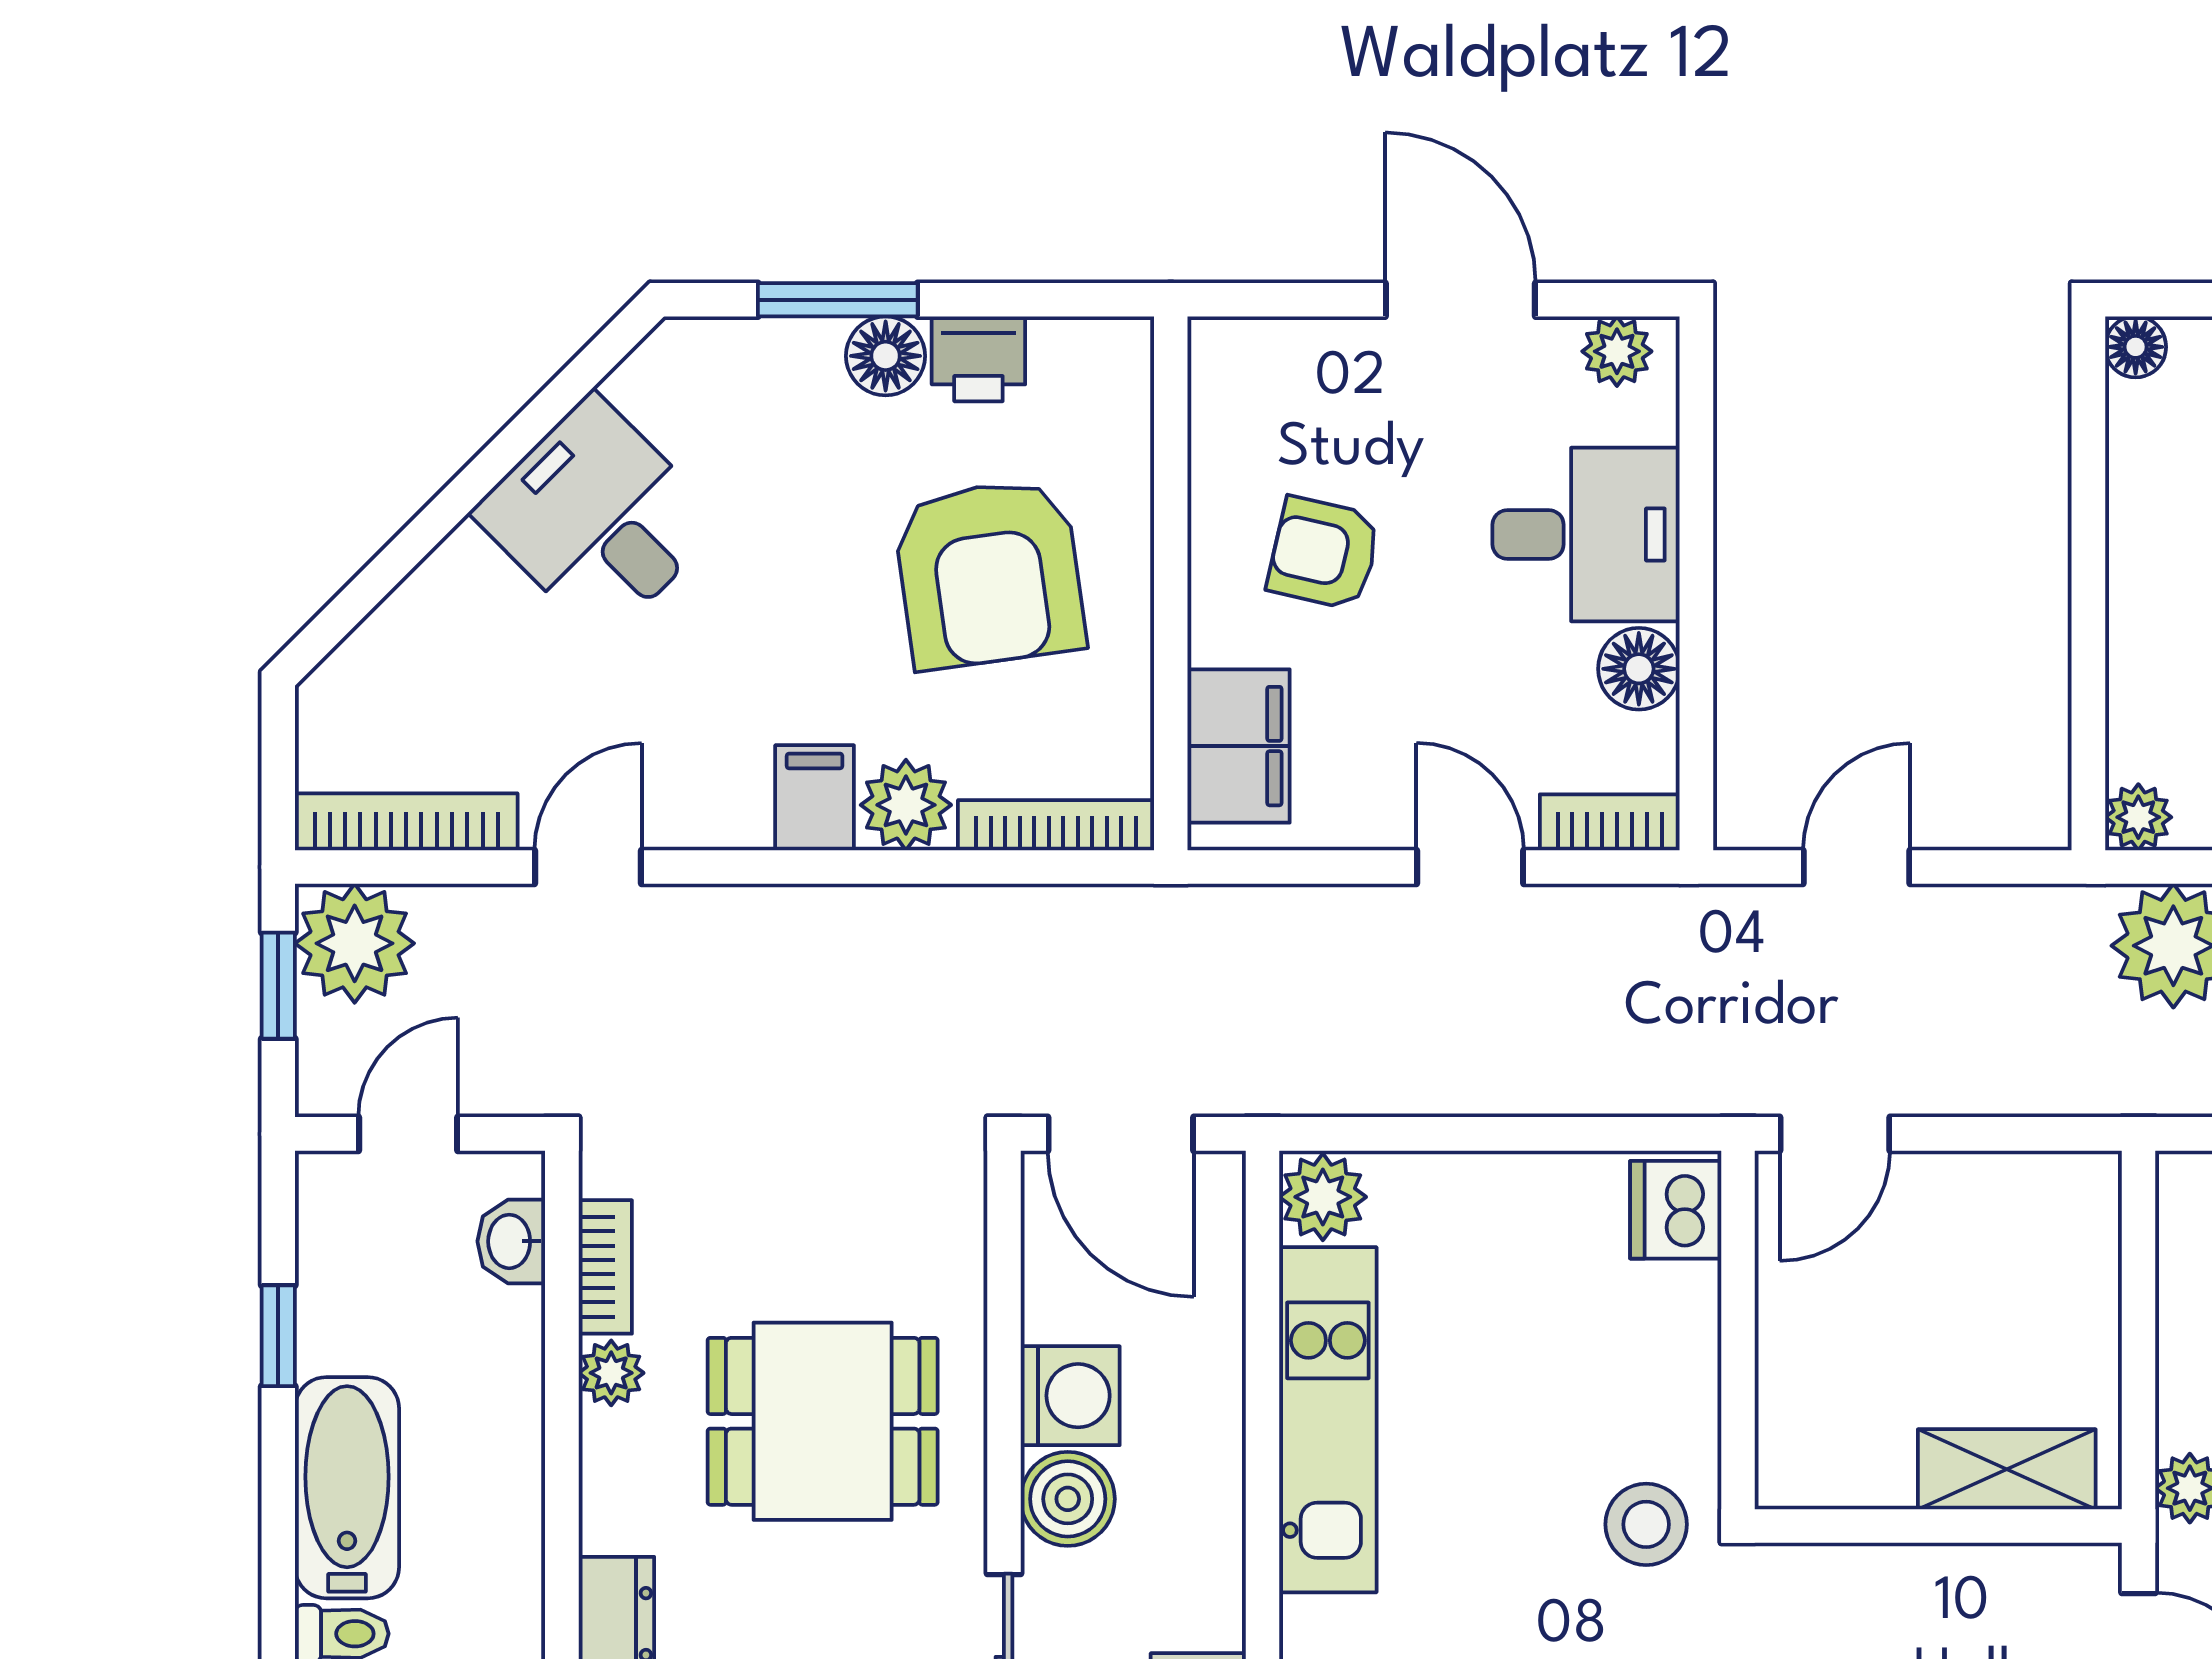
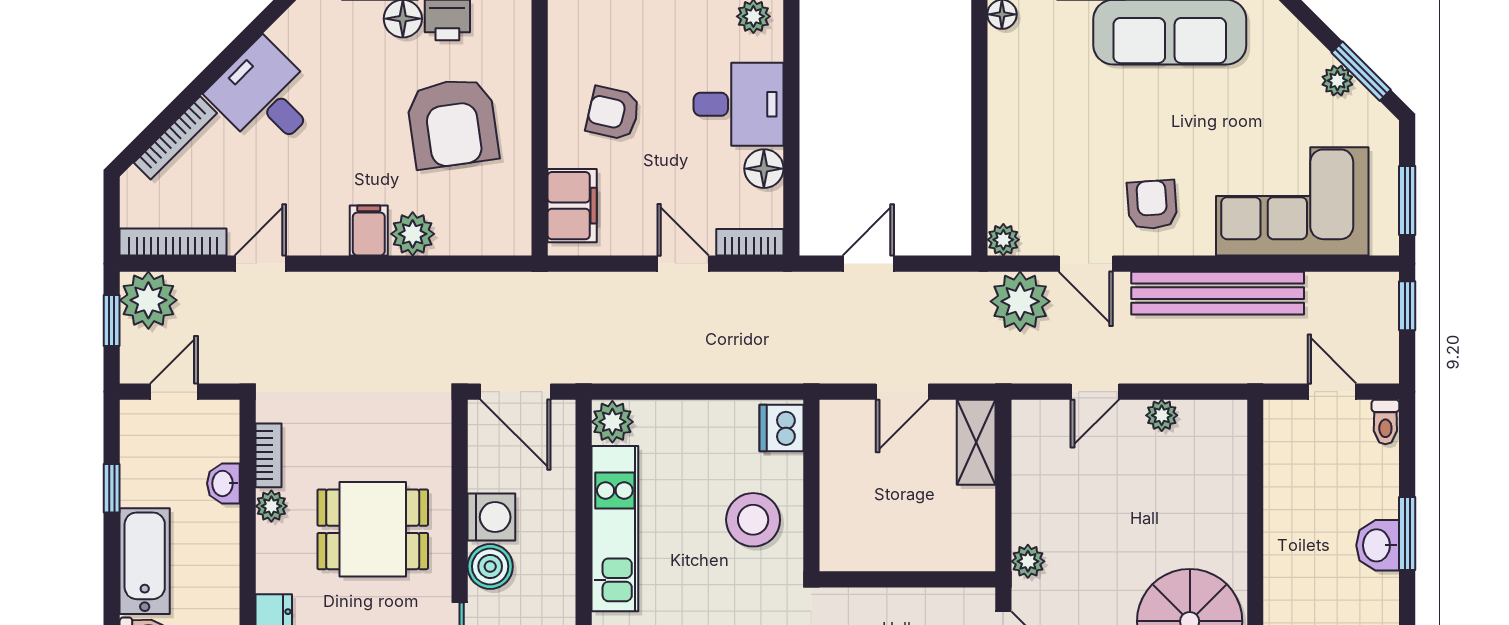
bookcase: (1056, 825) -> (175, 138), moved, turned 135
door: (1835, 1134) -> (902, 392), moved
washbasin: (511, 1241) -> (223, 483), moved
shelving: (2007, 1469) -> (976, 442), moved, turned 90
stool: (1646, 1524) -> (753, 520), moved, width x1.38, depth x1.38

